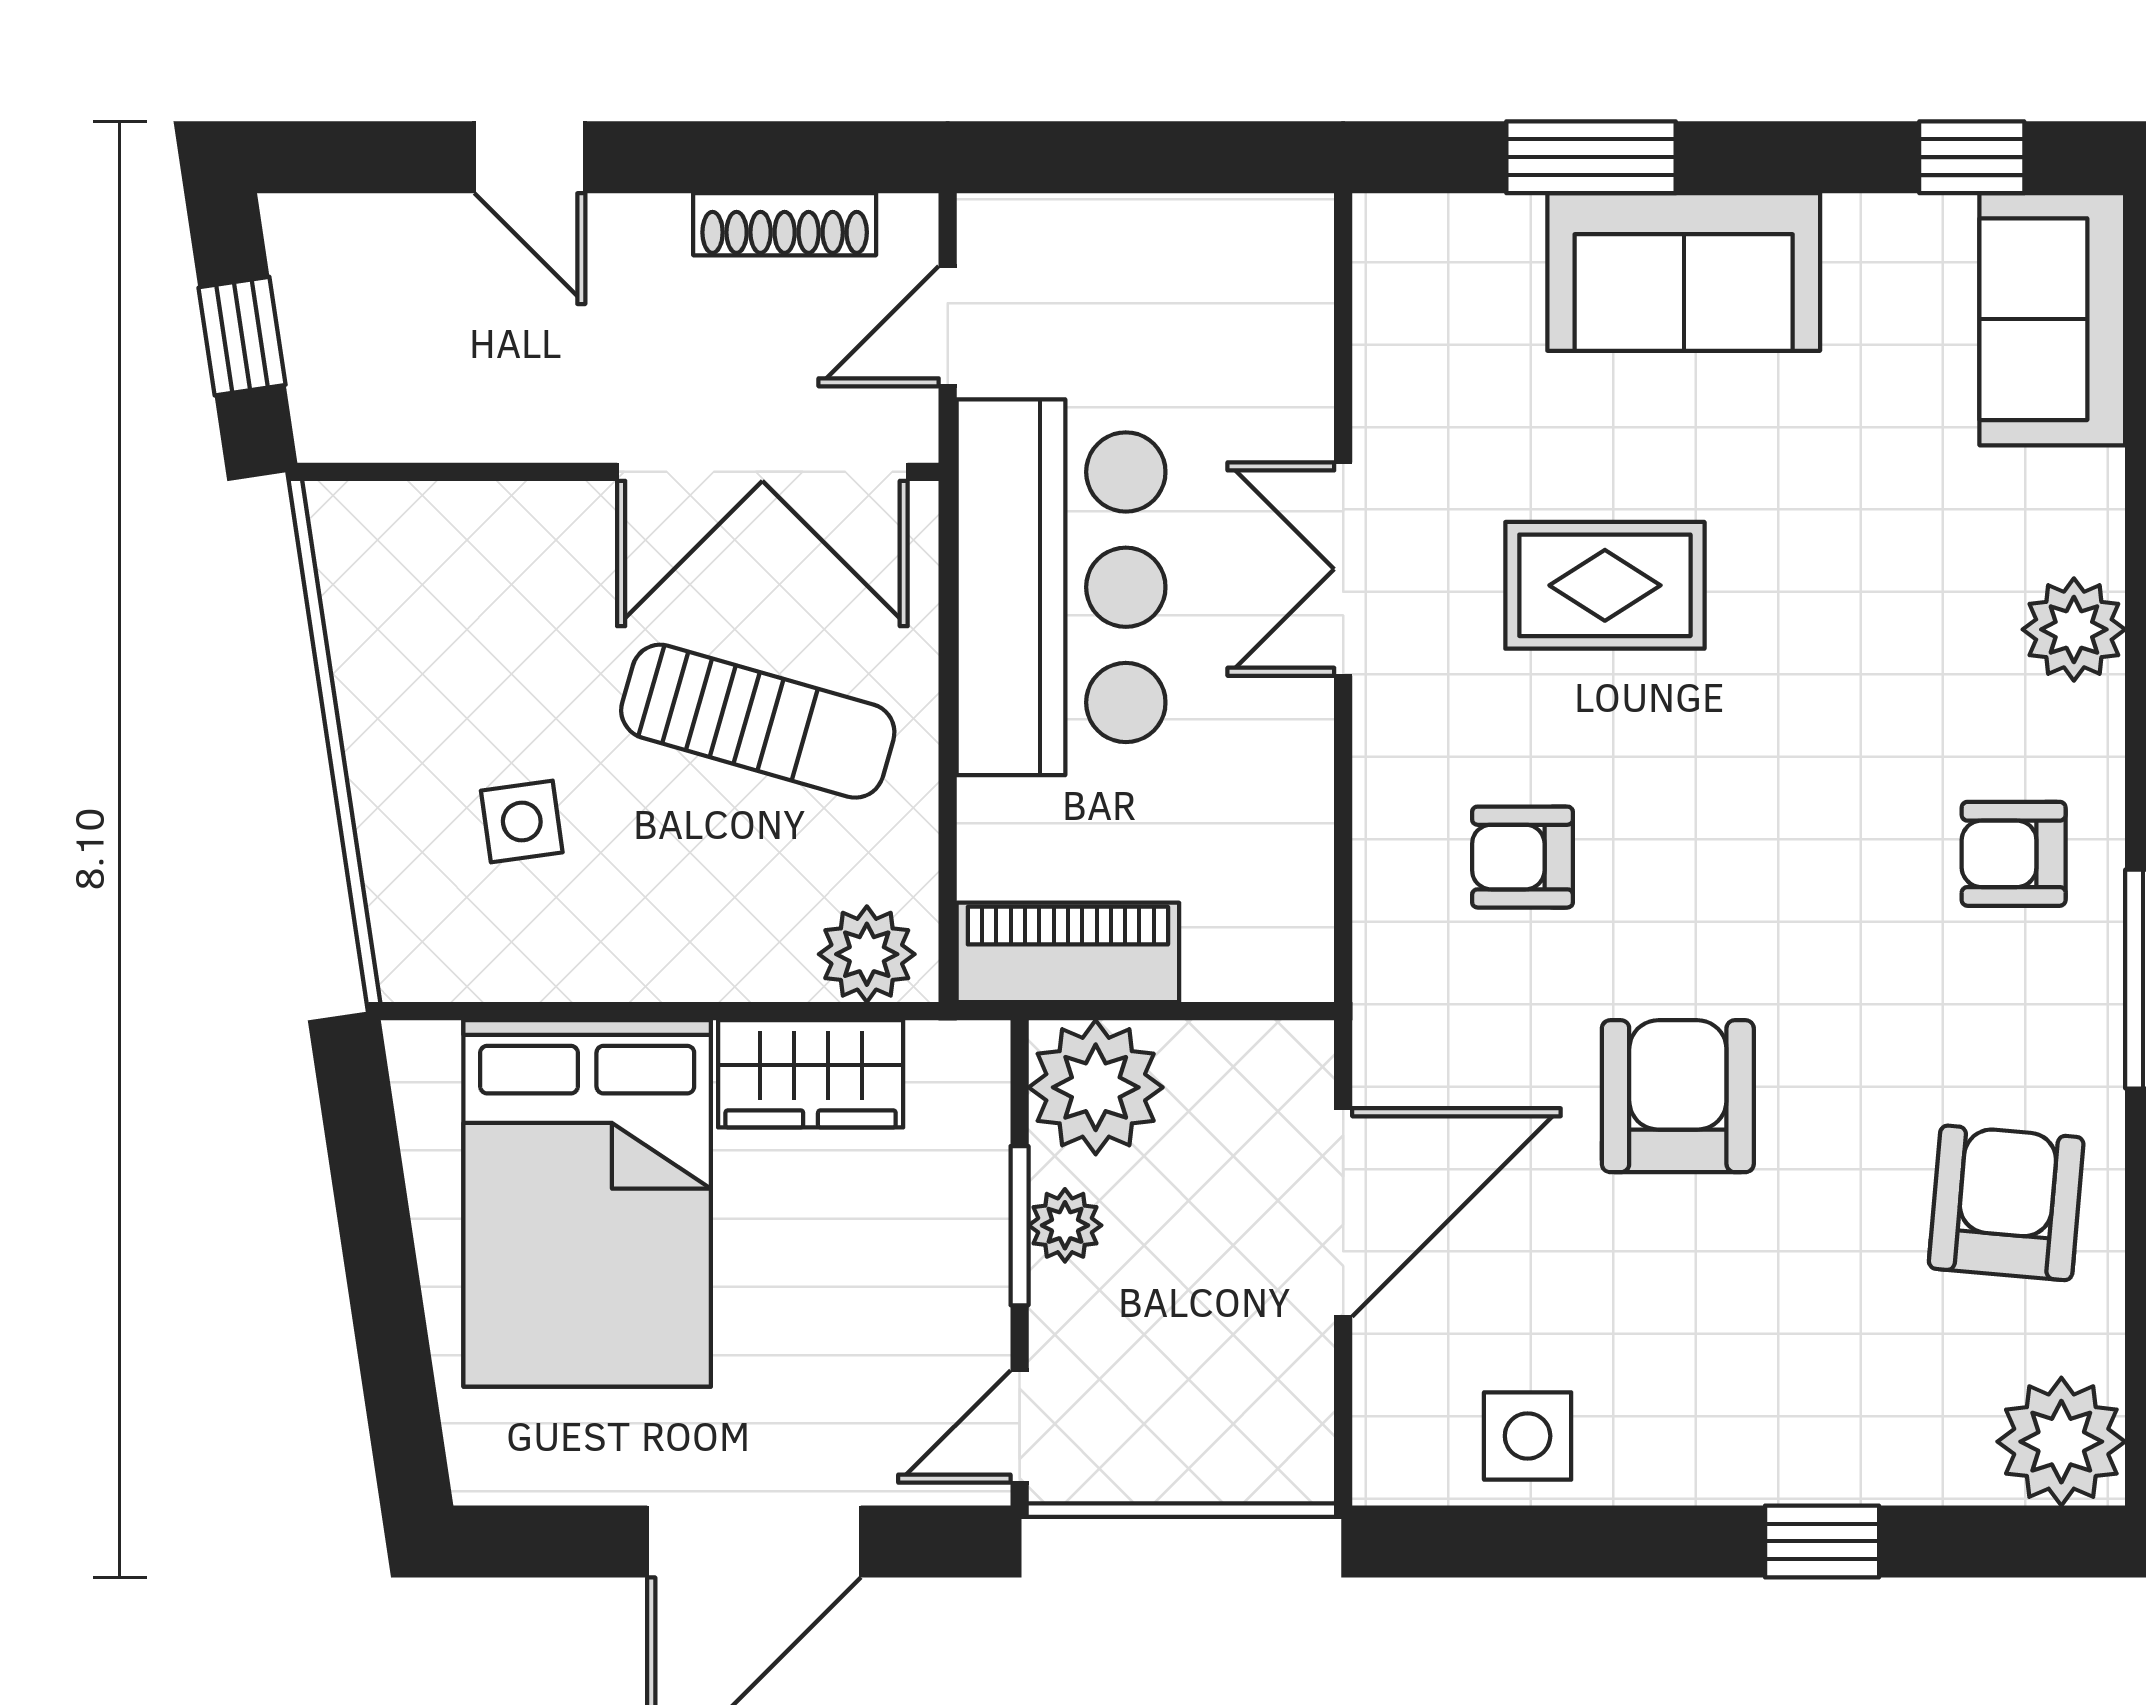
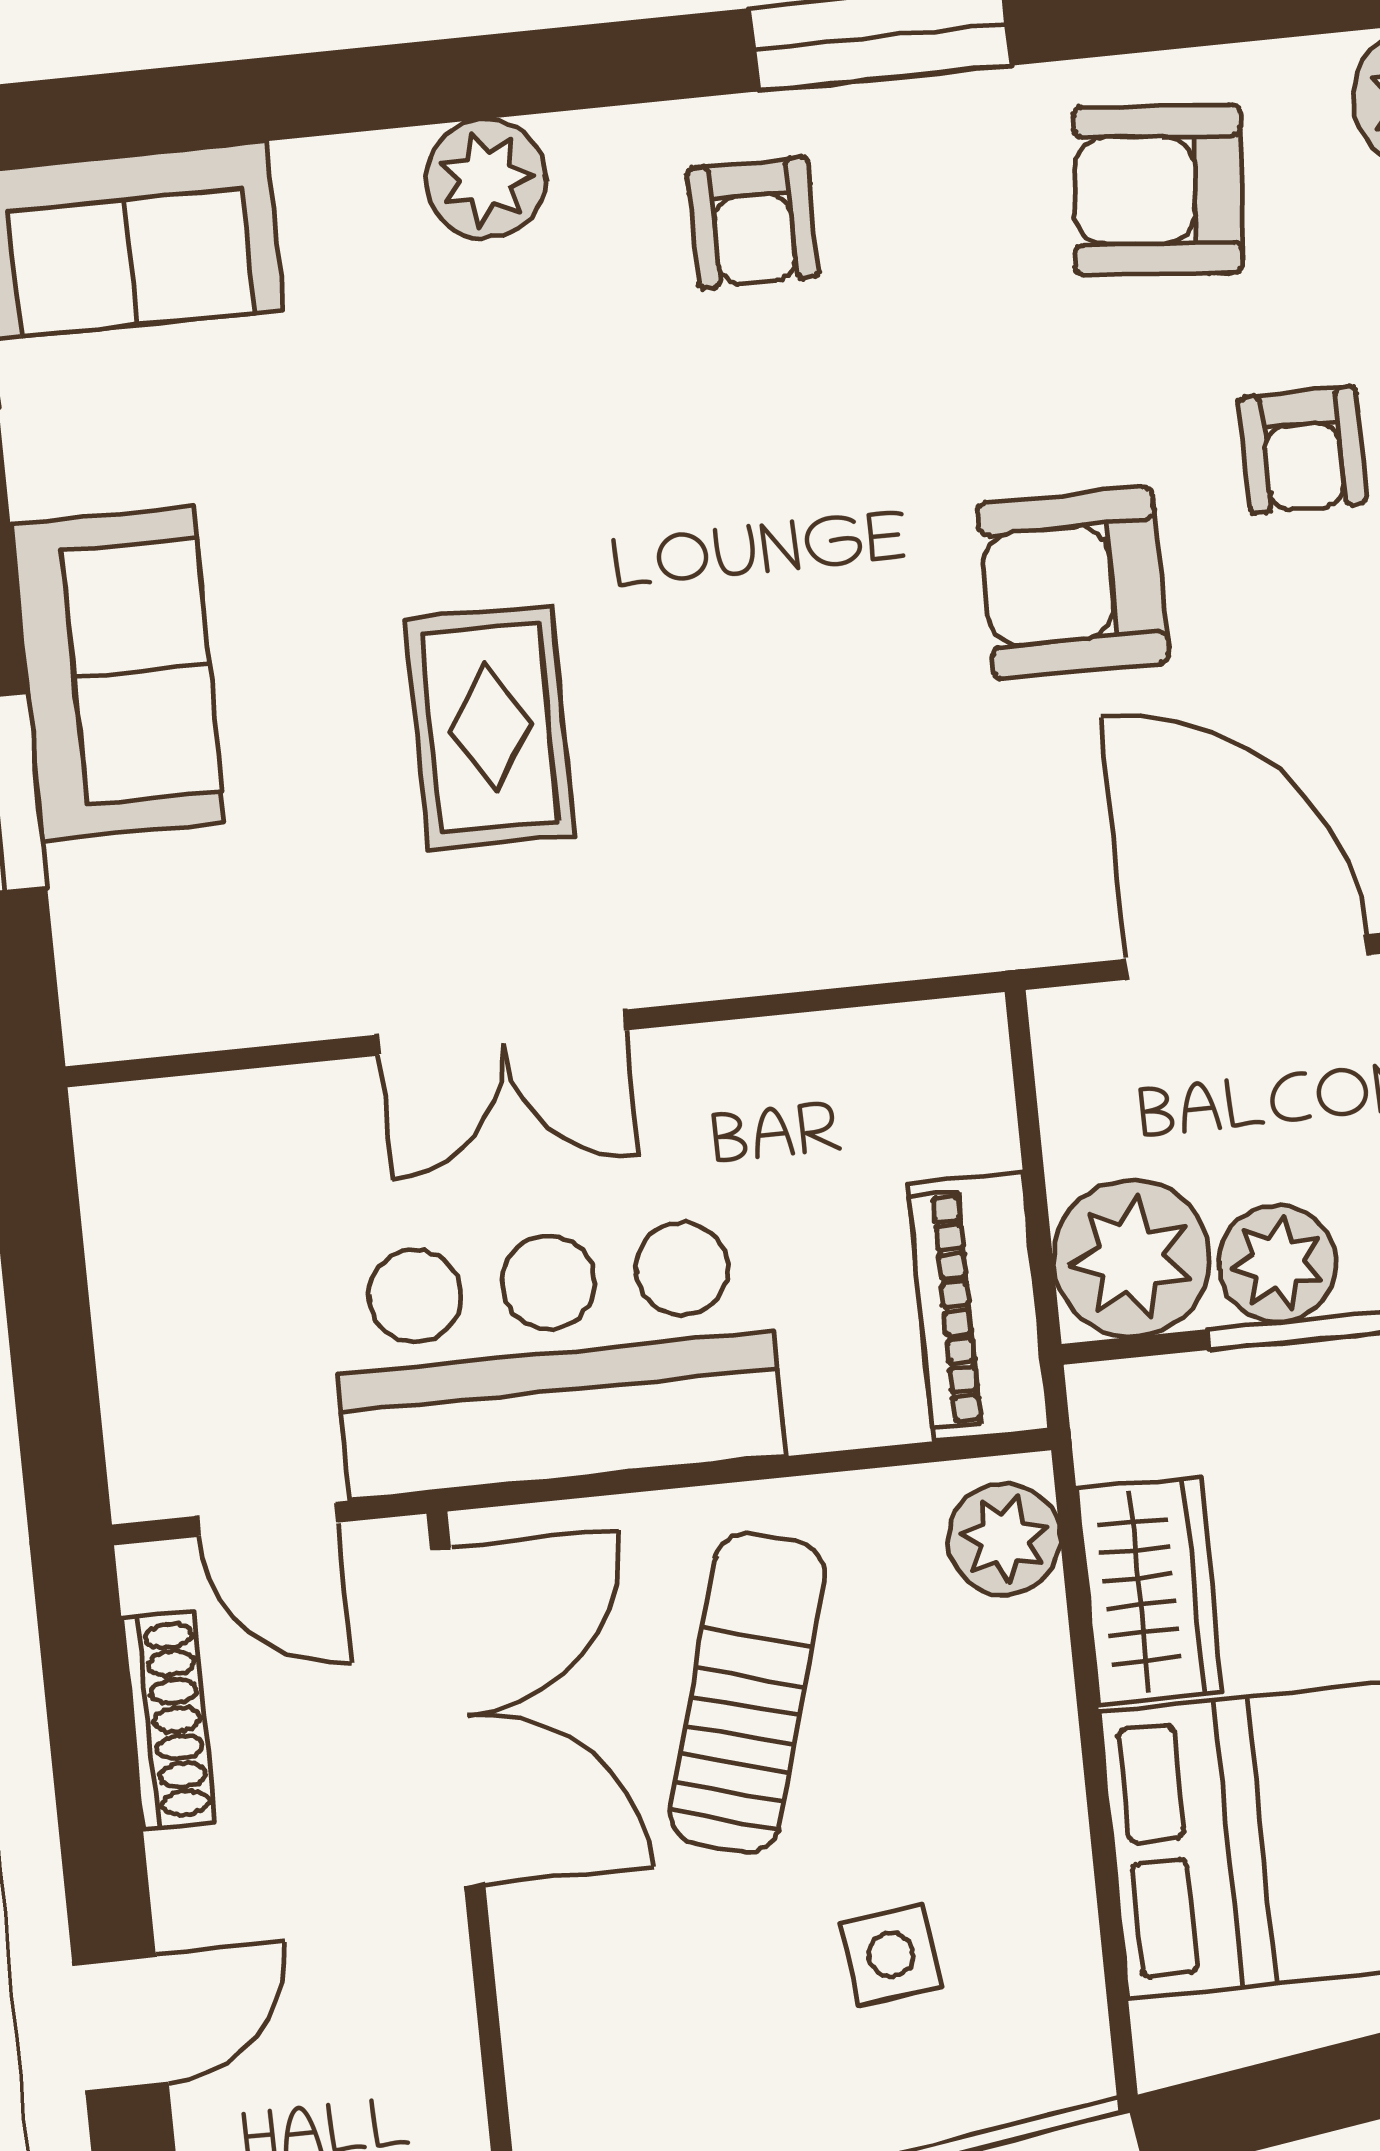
armchair: (1522, 857) -> (1303, 450), moved
plant: (1065, 1225) -> (1277, 1263), width x1.38, depth x1.38

